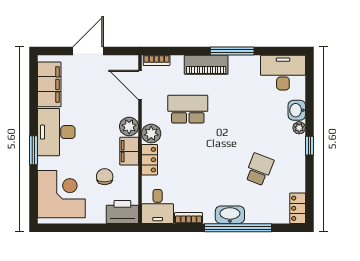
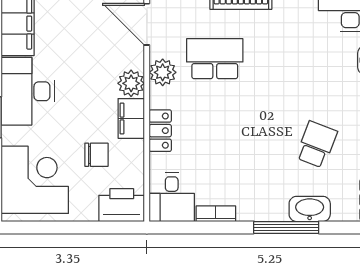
plant: (151, 134) -> (163, 72), moved
chair: (105, 177) -> (96, 155), turned 90
washbasin: (230, 215) -> (310, 209), moved
window: (238, 228) -> (286, 227), width x0.68

